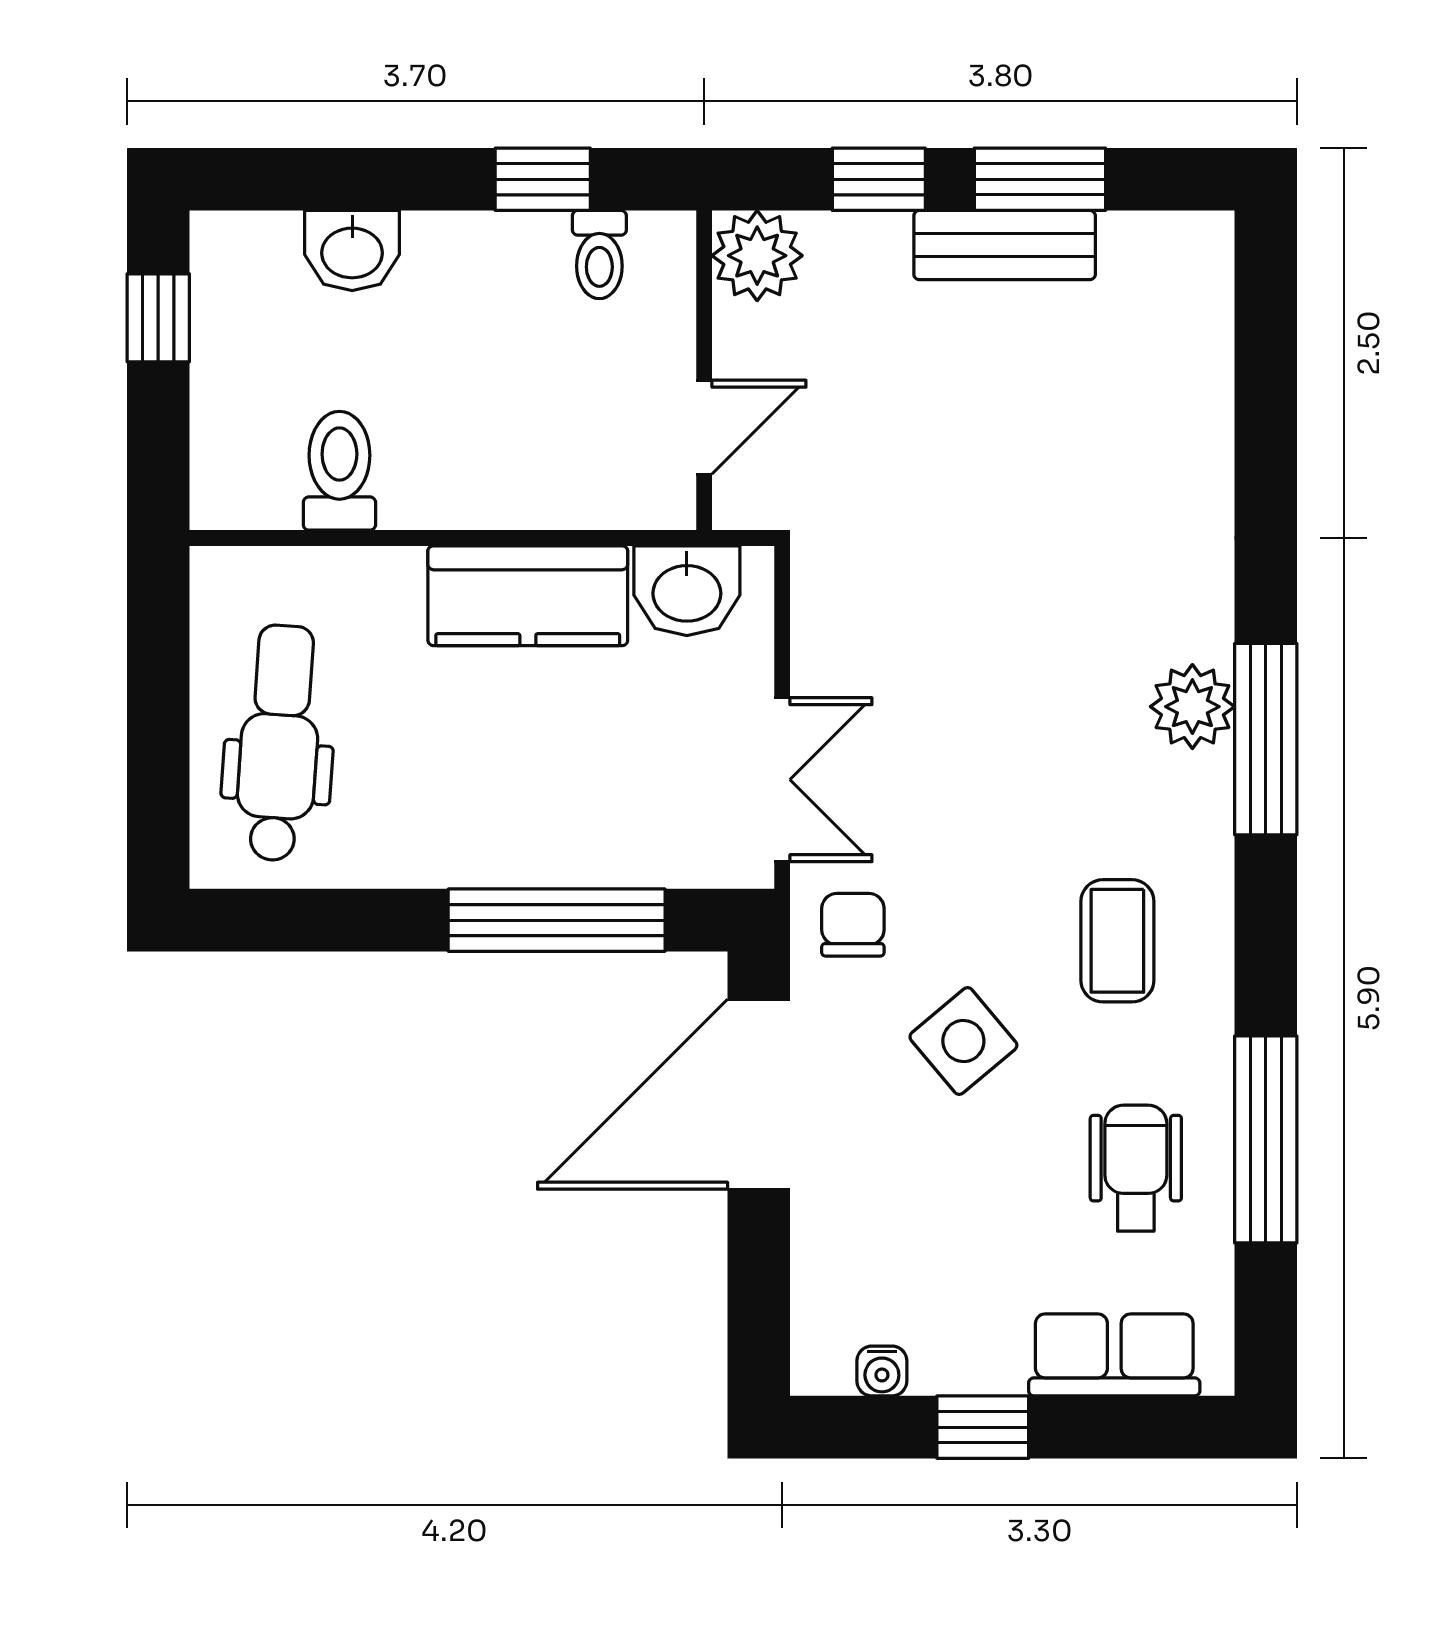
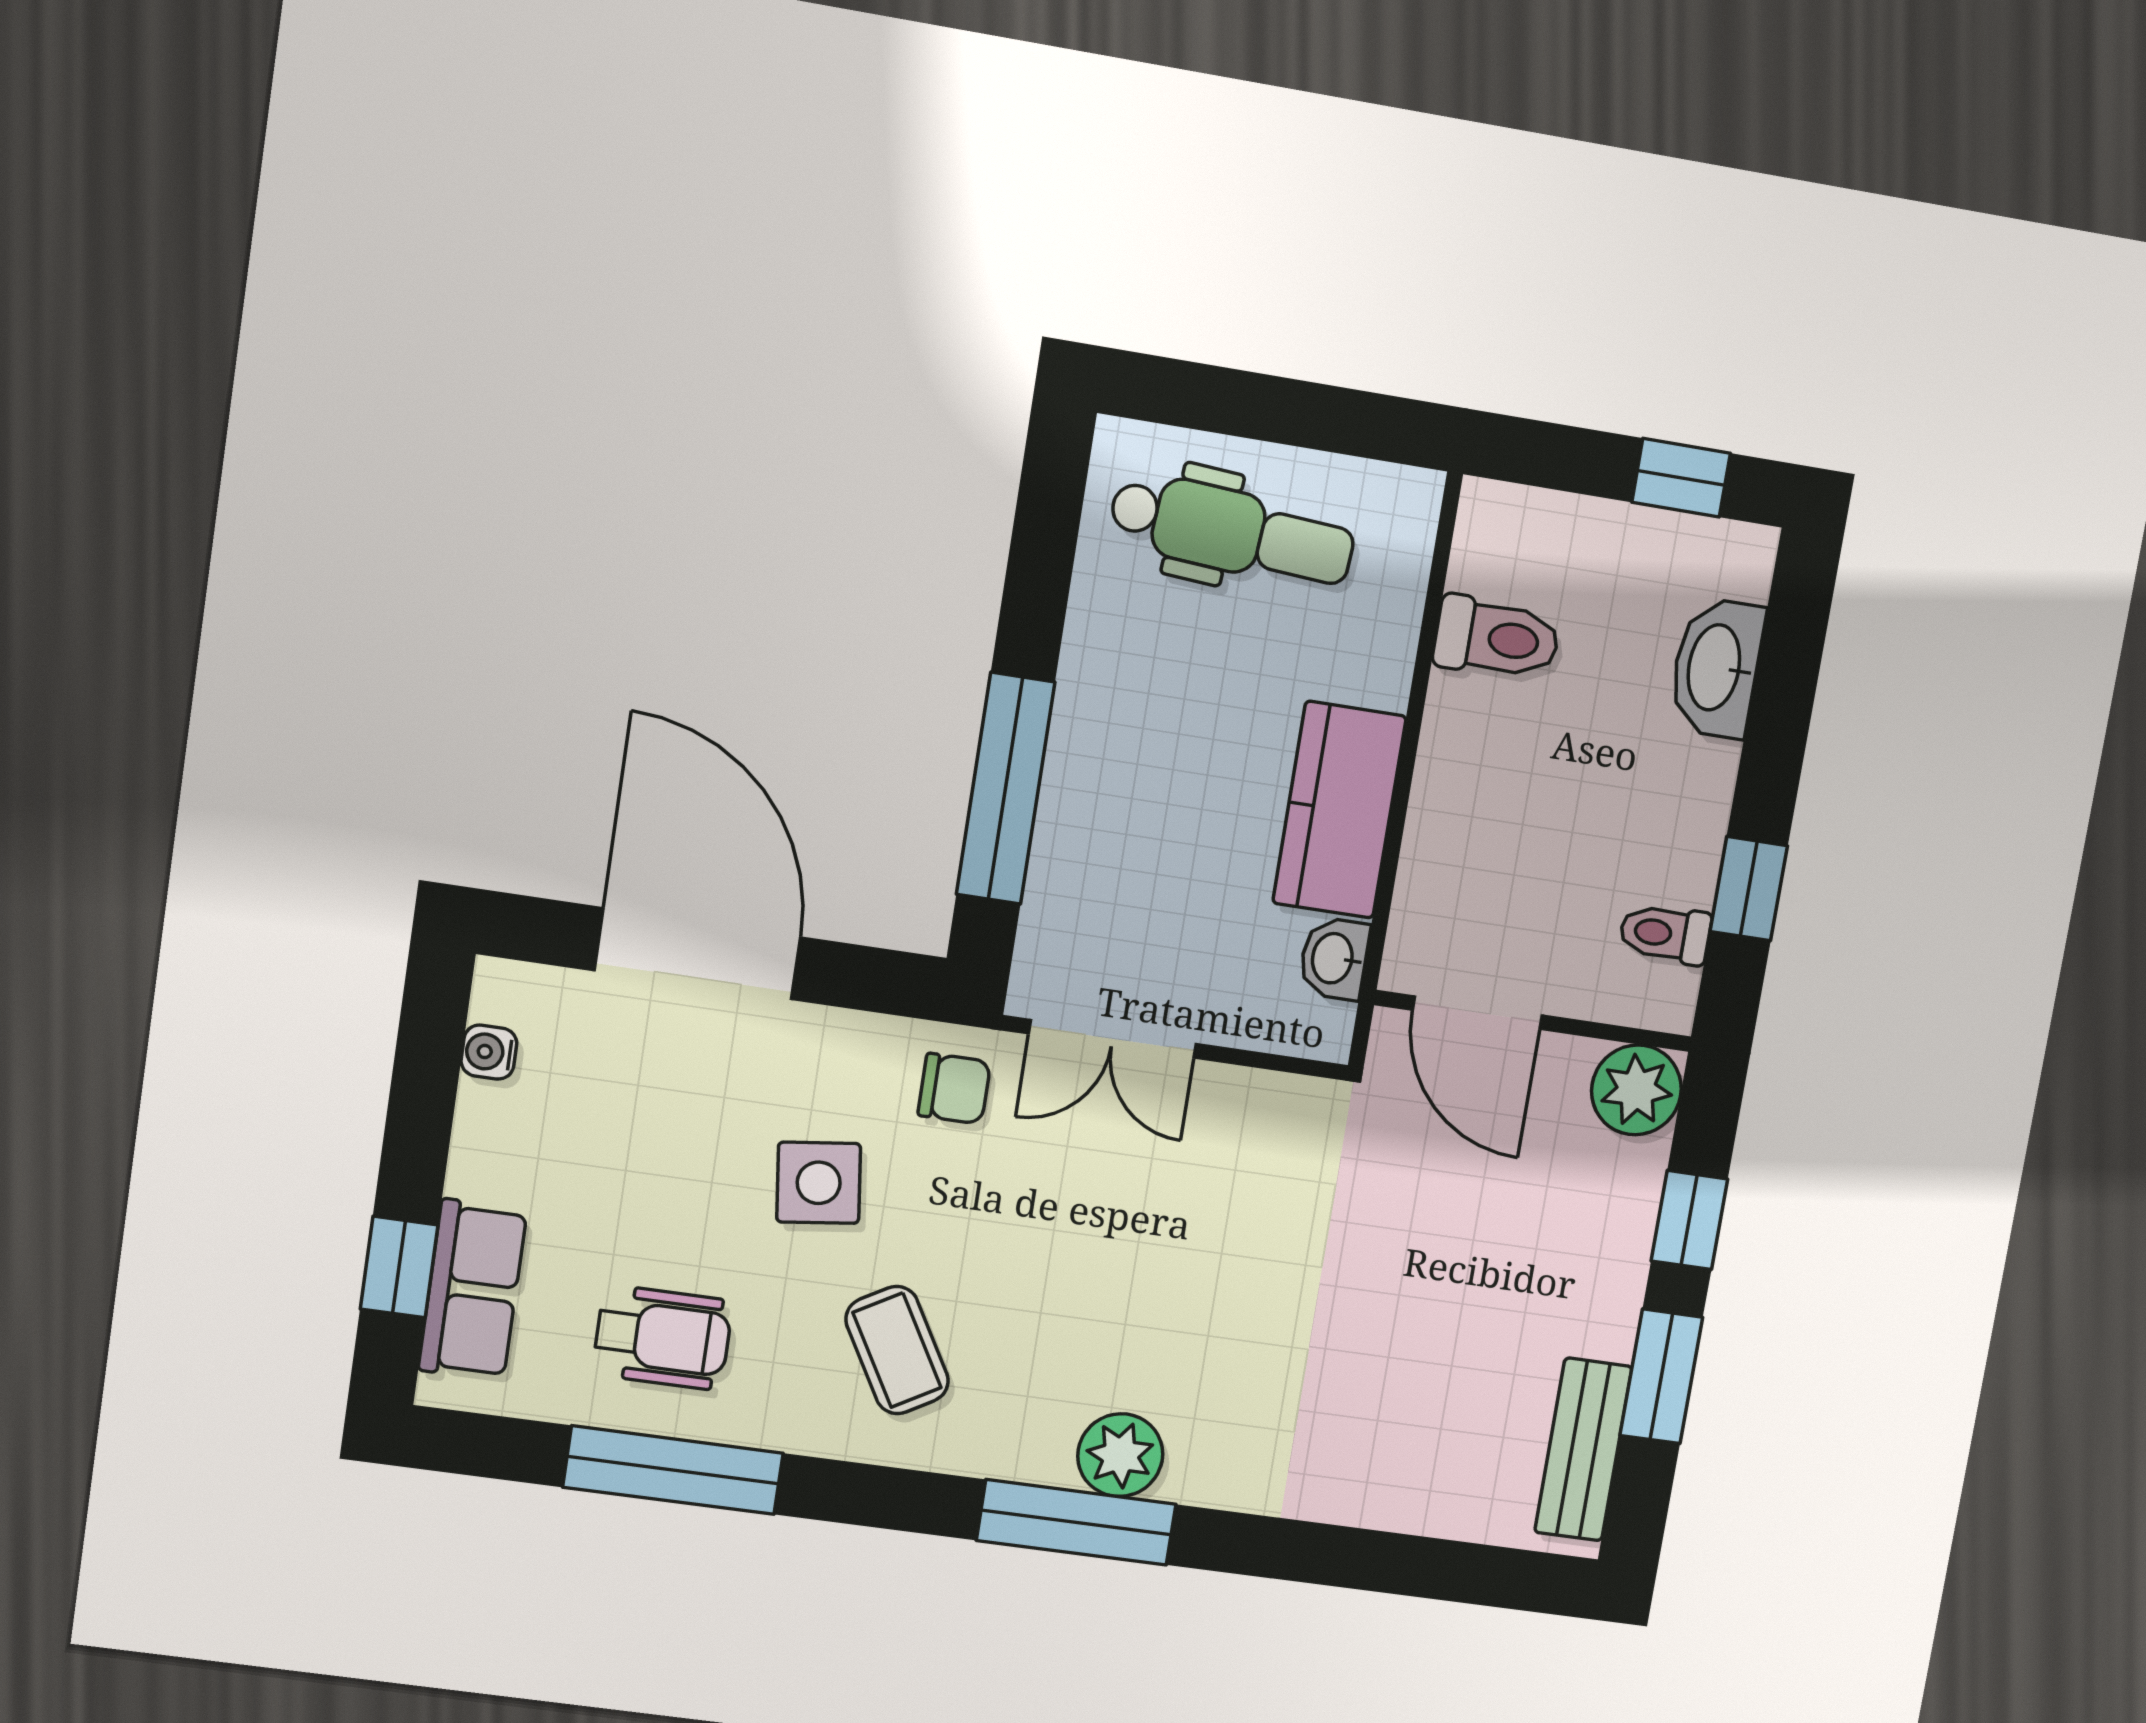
bench: (1005, 245) -> (1583, 1450), moved
washbasin: (352, 251) -> (1716, 668), width x1.38
door: (704, 427) -> (1477, 1013), width x1.37
washbasin: (687, 591) -> (1334, 958), width x0.72, depth x0.69
coffee table: (1117, 941) -> (897, 1350), turned 60
side table: (963, 1041) -> (819, 1183), turned 33
door: (759, 1094) -> (698, 954), moved
window: (983, 1427) -> (399, 1267), moved

